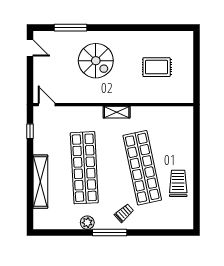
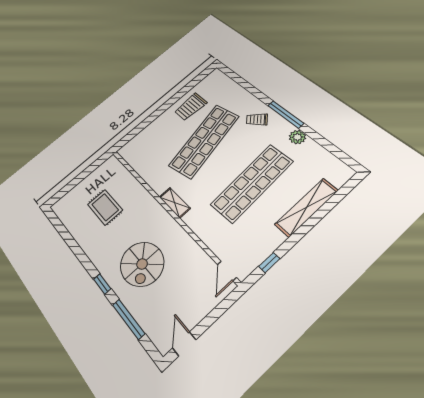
window: (106, 28) -> (102, 284), added
spiral stairs: (96, 61) -> (142, 264), turned 180

